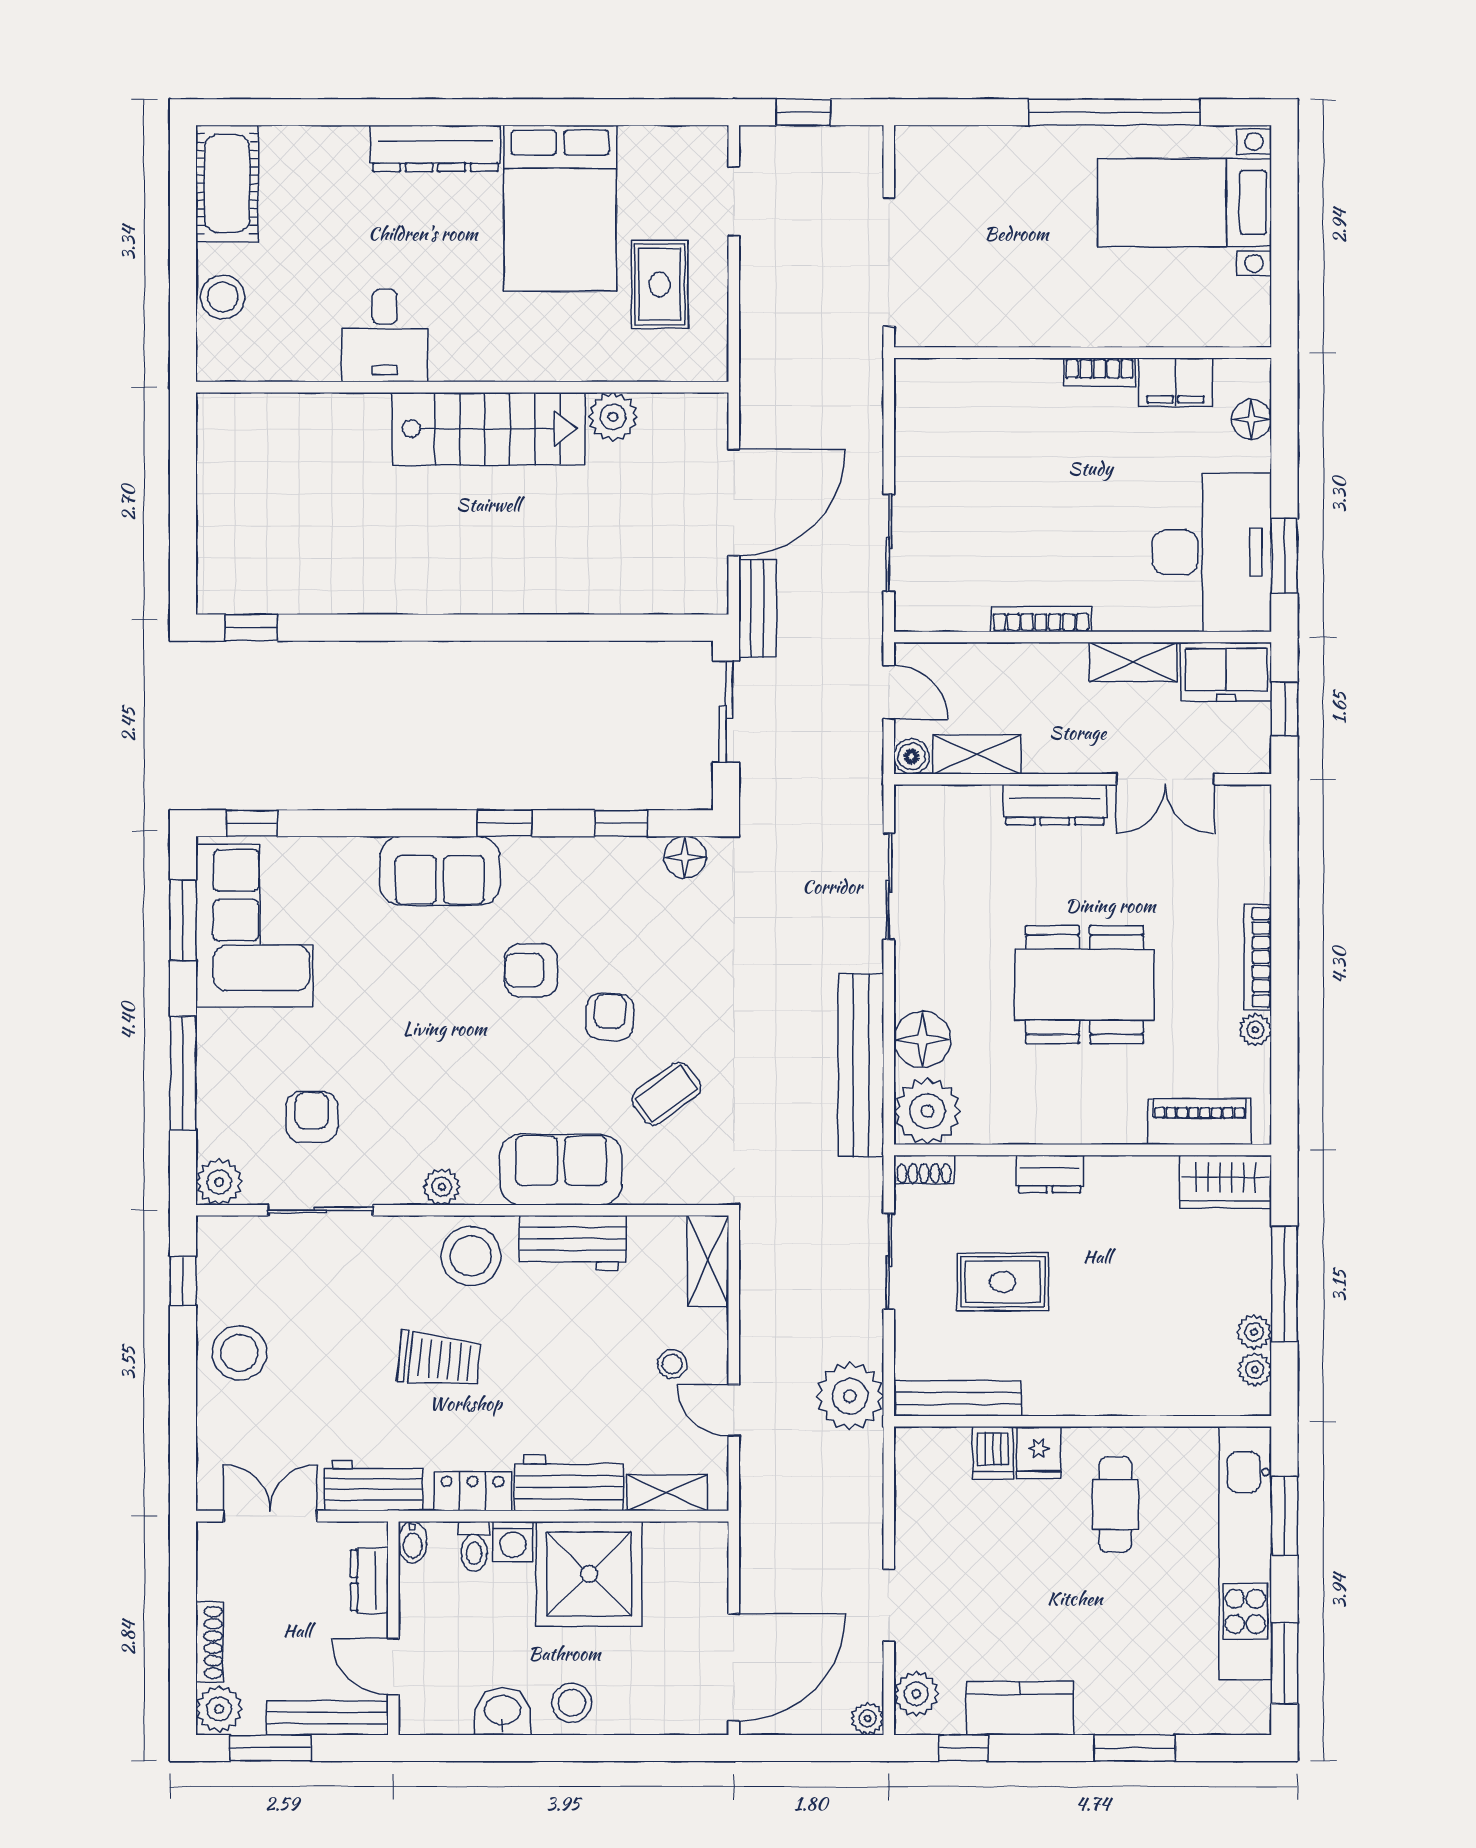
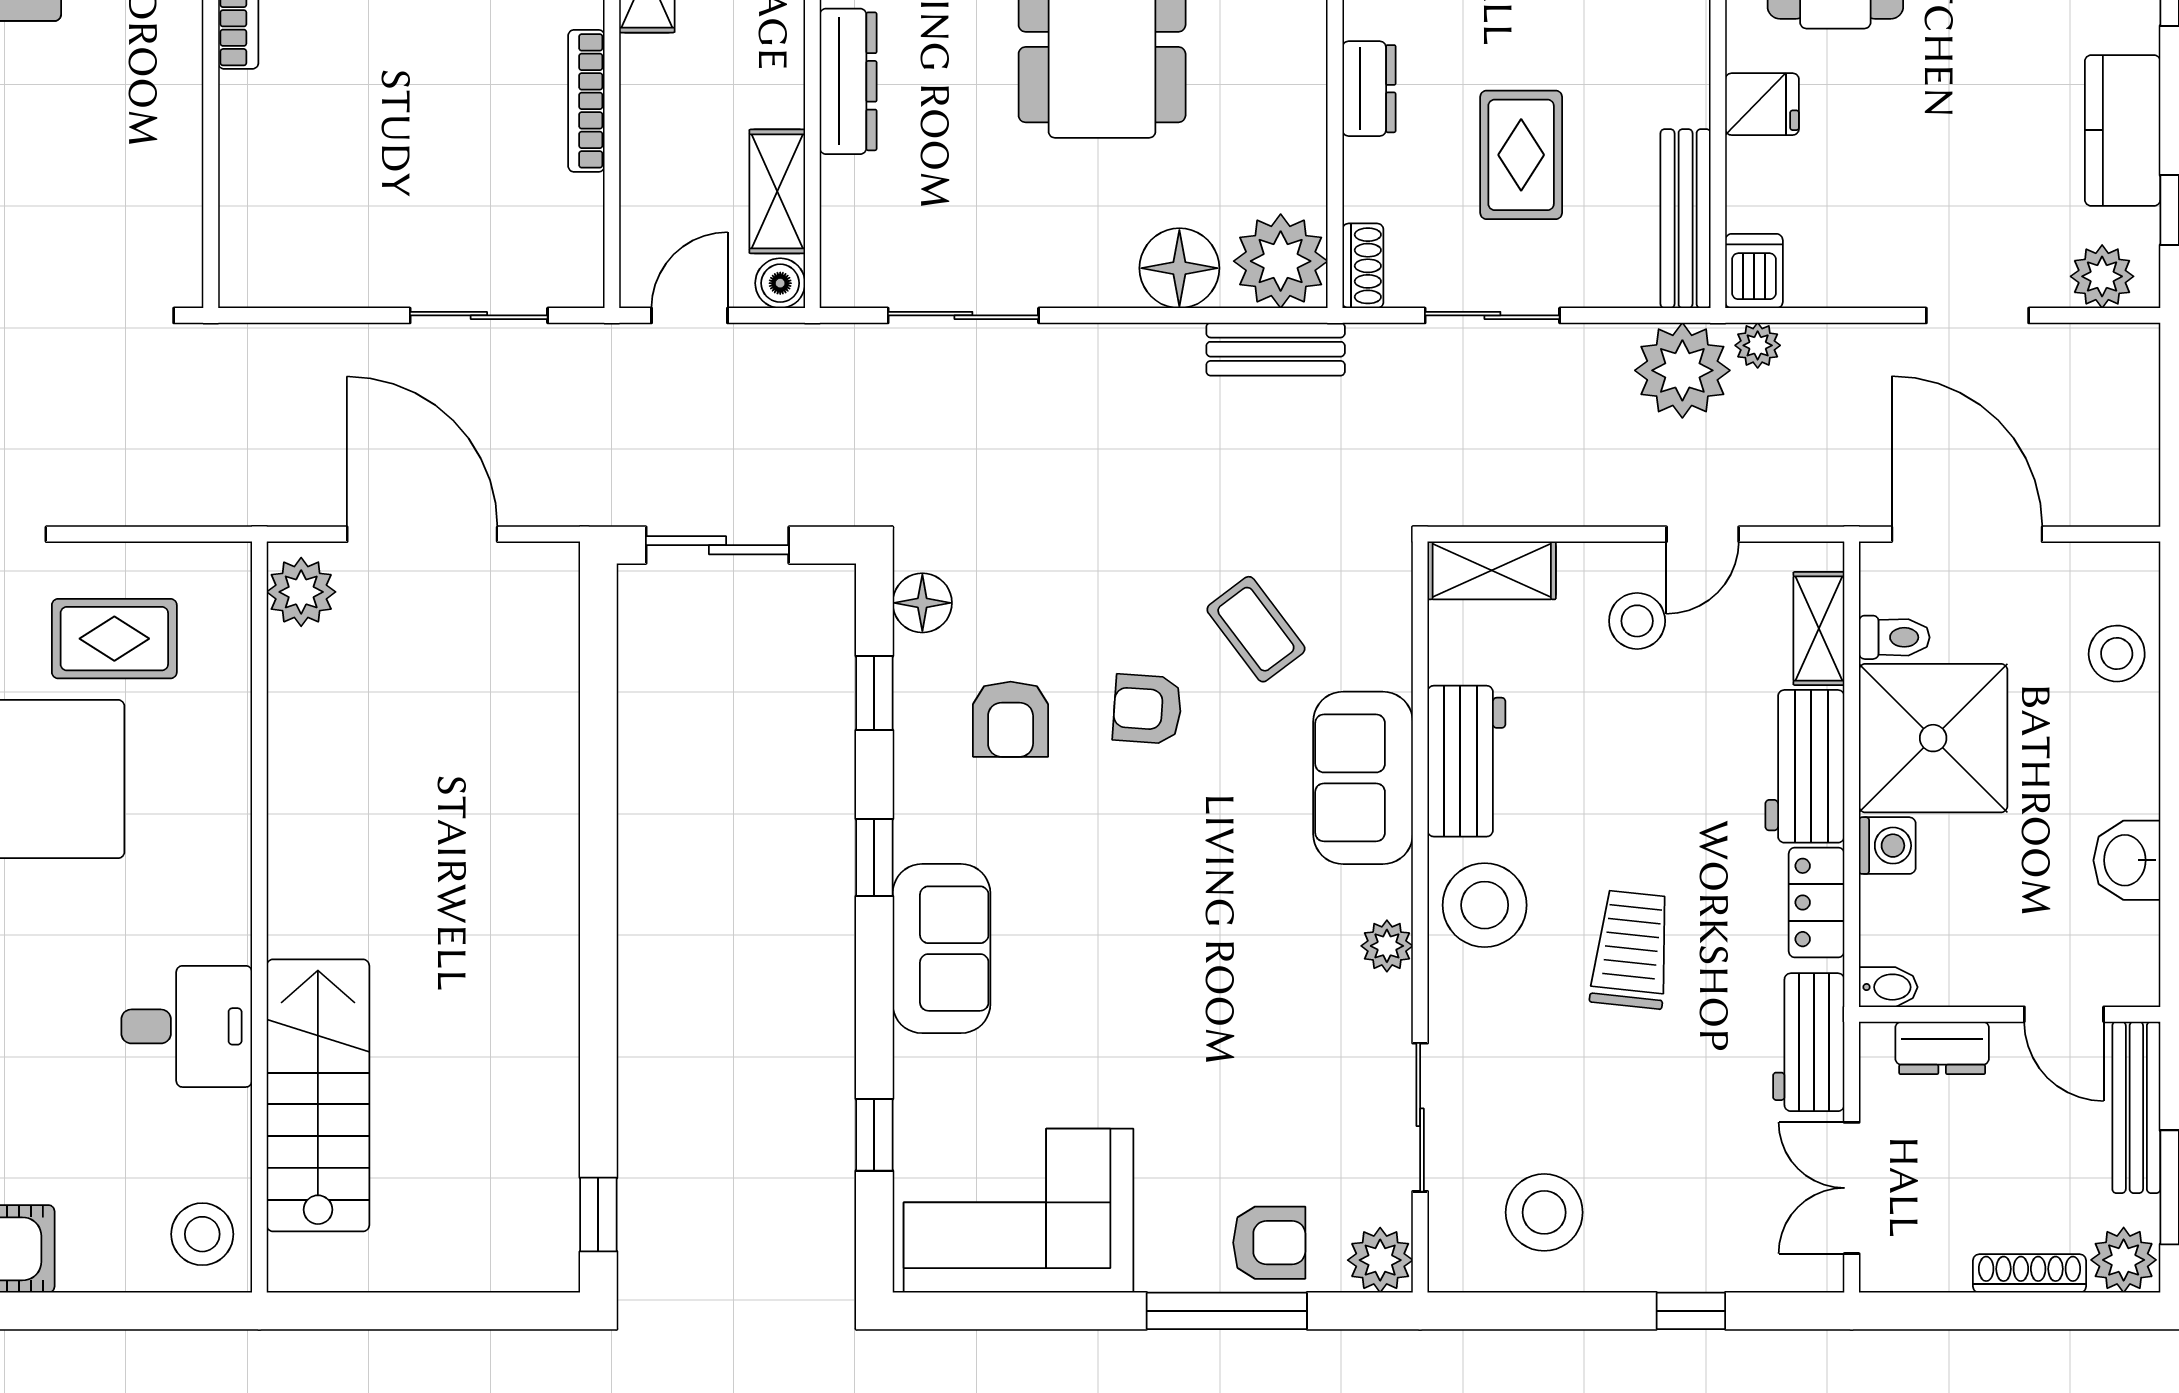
stool: (223, 297) -> (202, 1234), moved
plant: (613, 417) -> (301, 592), moved
stairs: (489, 429) -> (318, 1095), moved
bench: (758, 608) -> (571, 501), removed
window: (252, 823) -> (874, 1135), moved
window: (183, 920) -> (1011, 1311), removed
armchair: (531, 970) -> (1011, 719), moved
bench: (861, 1065) -> (1276, 349), width x0.54, depth x0.82
armchair: (312, 1117) -> (1269, 1243), moved, turned 180
window: (183, 1281) -> (1691, 1311), moved
stool: (239, 1353) -> (1544, 1212), moved
stool: (672, 1364) -> (1637, 621), width x1.37, depth x1.37
dishwasher: (993, 1453) -> (1754, 271), moved, turned -90
toilet: (474, 1546) -> (1894, 637), moved
door: (393, 1667) -> (2064, 1014), hinge flipped
door: (734, 1667) -> (1967, 534), moved
stool: (572, 1703) -> (2117, 654), moved
plant: (868, 1718) -> (1758, 345), moved

